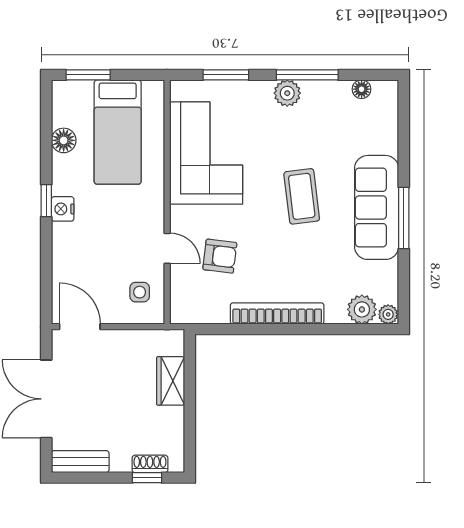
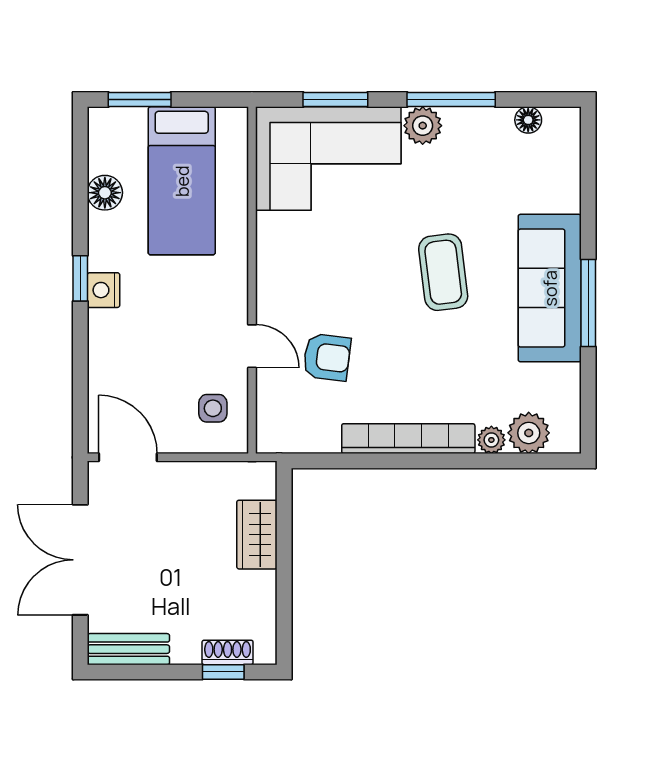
corner sofa: (206, 153) -> (328, 159), moved, turned 90
plant: (388, 314) -> (491, 440), moved

